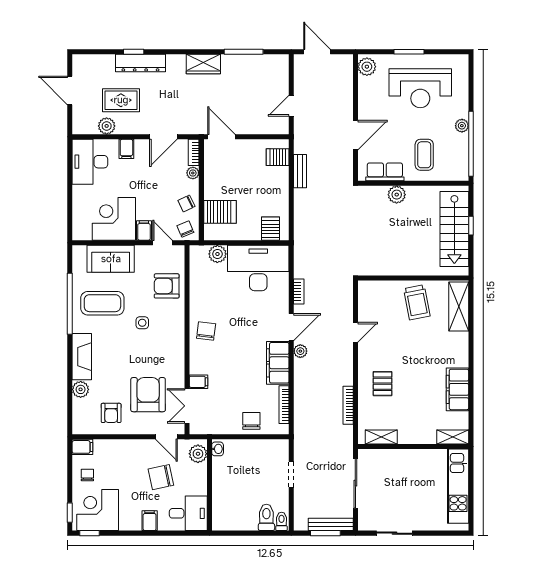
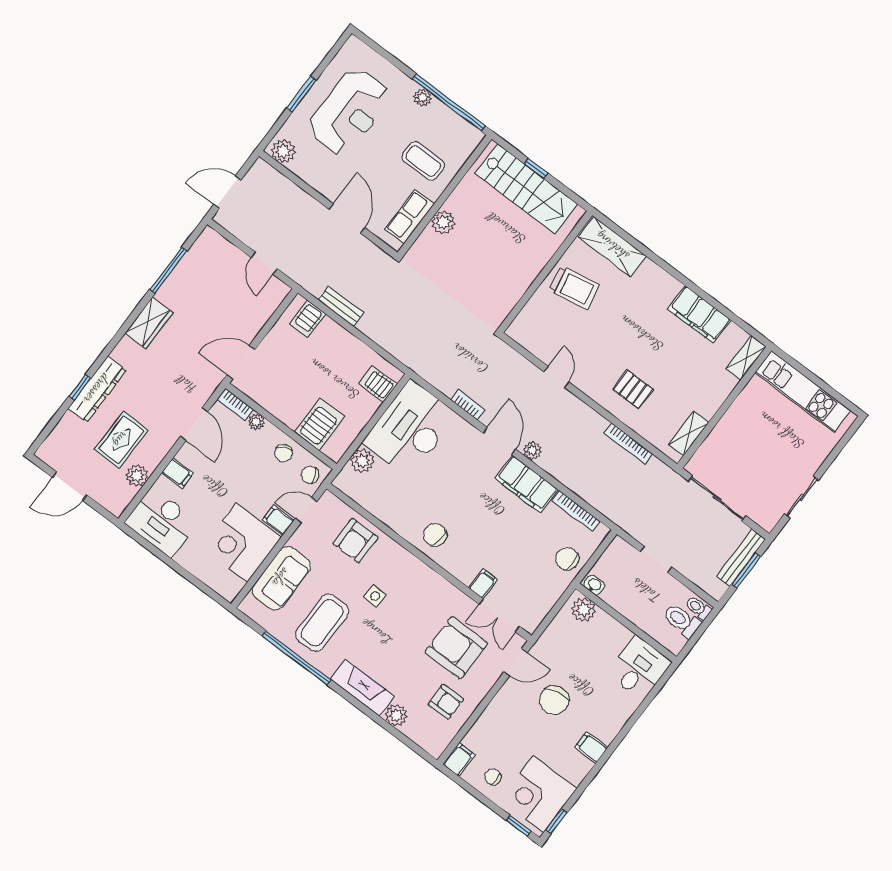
washbasin: (218, 449) -> (594, 585), moved
plant: (198, 454) -> (584, 610), moved
wall: (209, 485) -> (626, 623), moved
desk: (188, 513) -> (639, 668), moved

